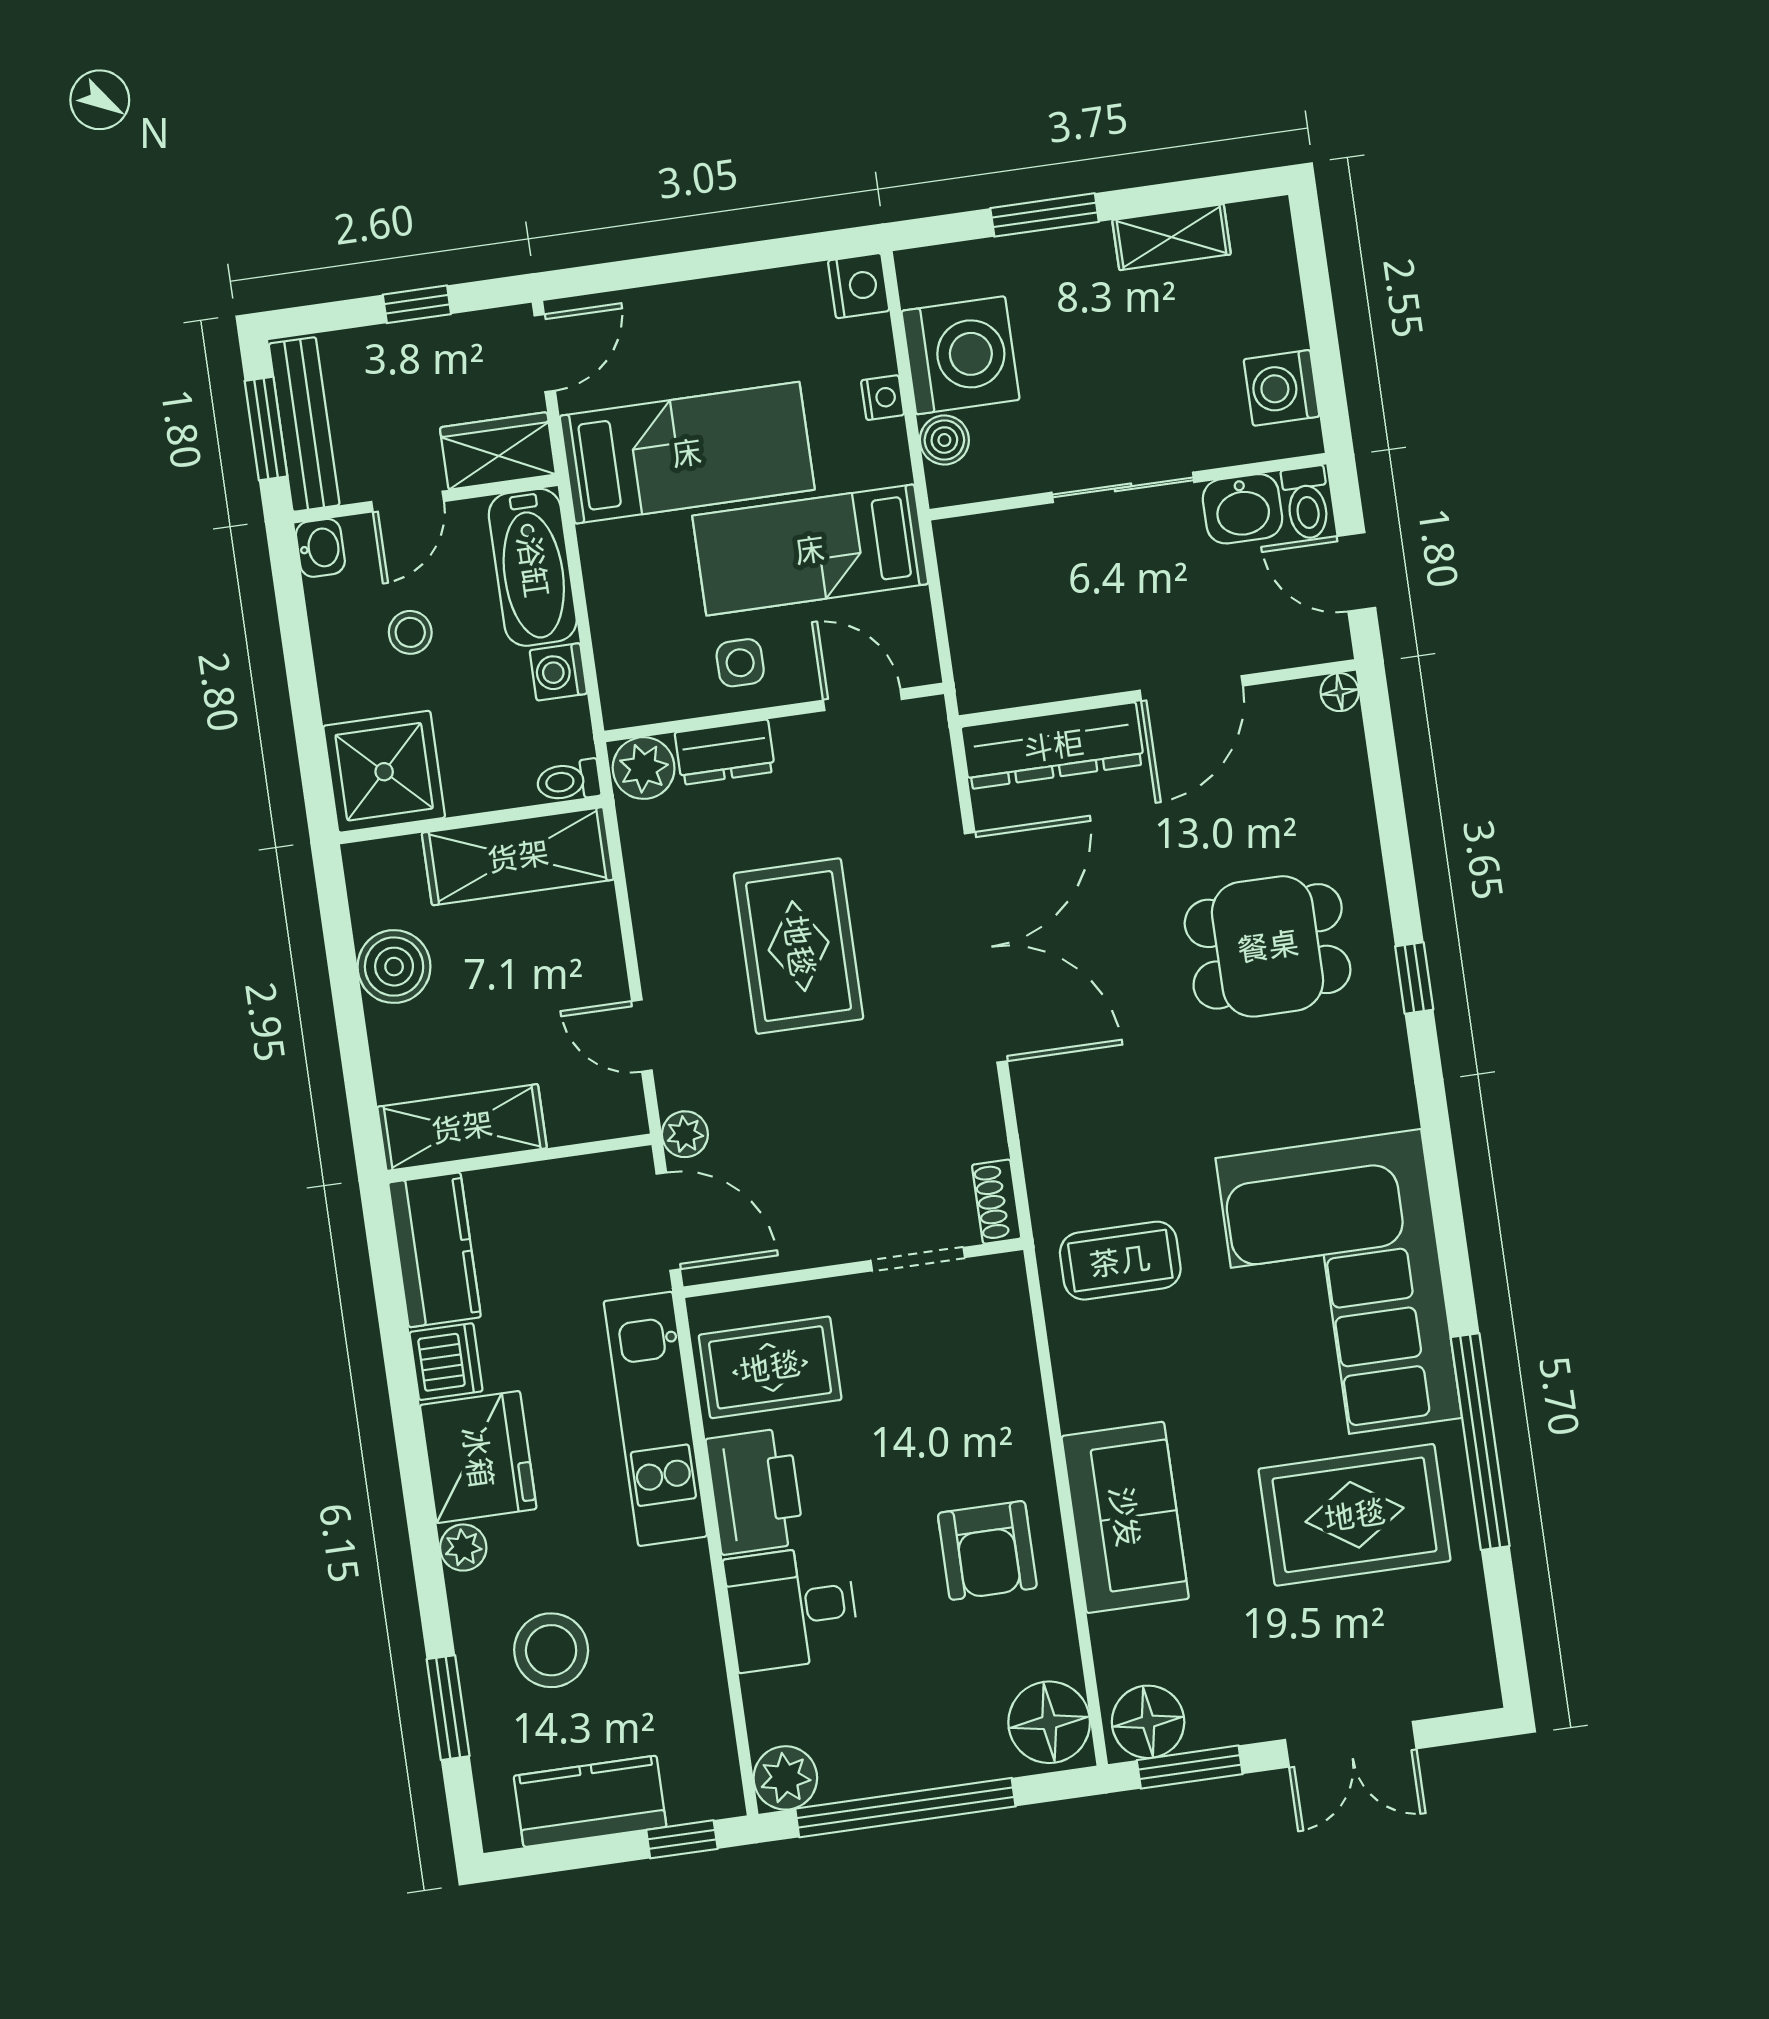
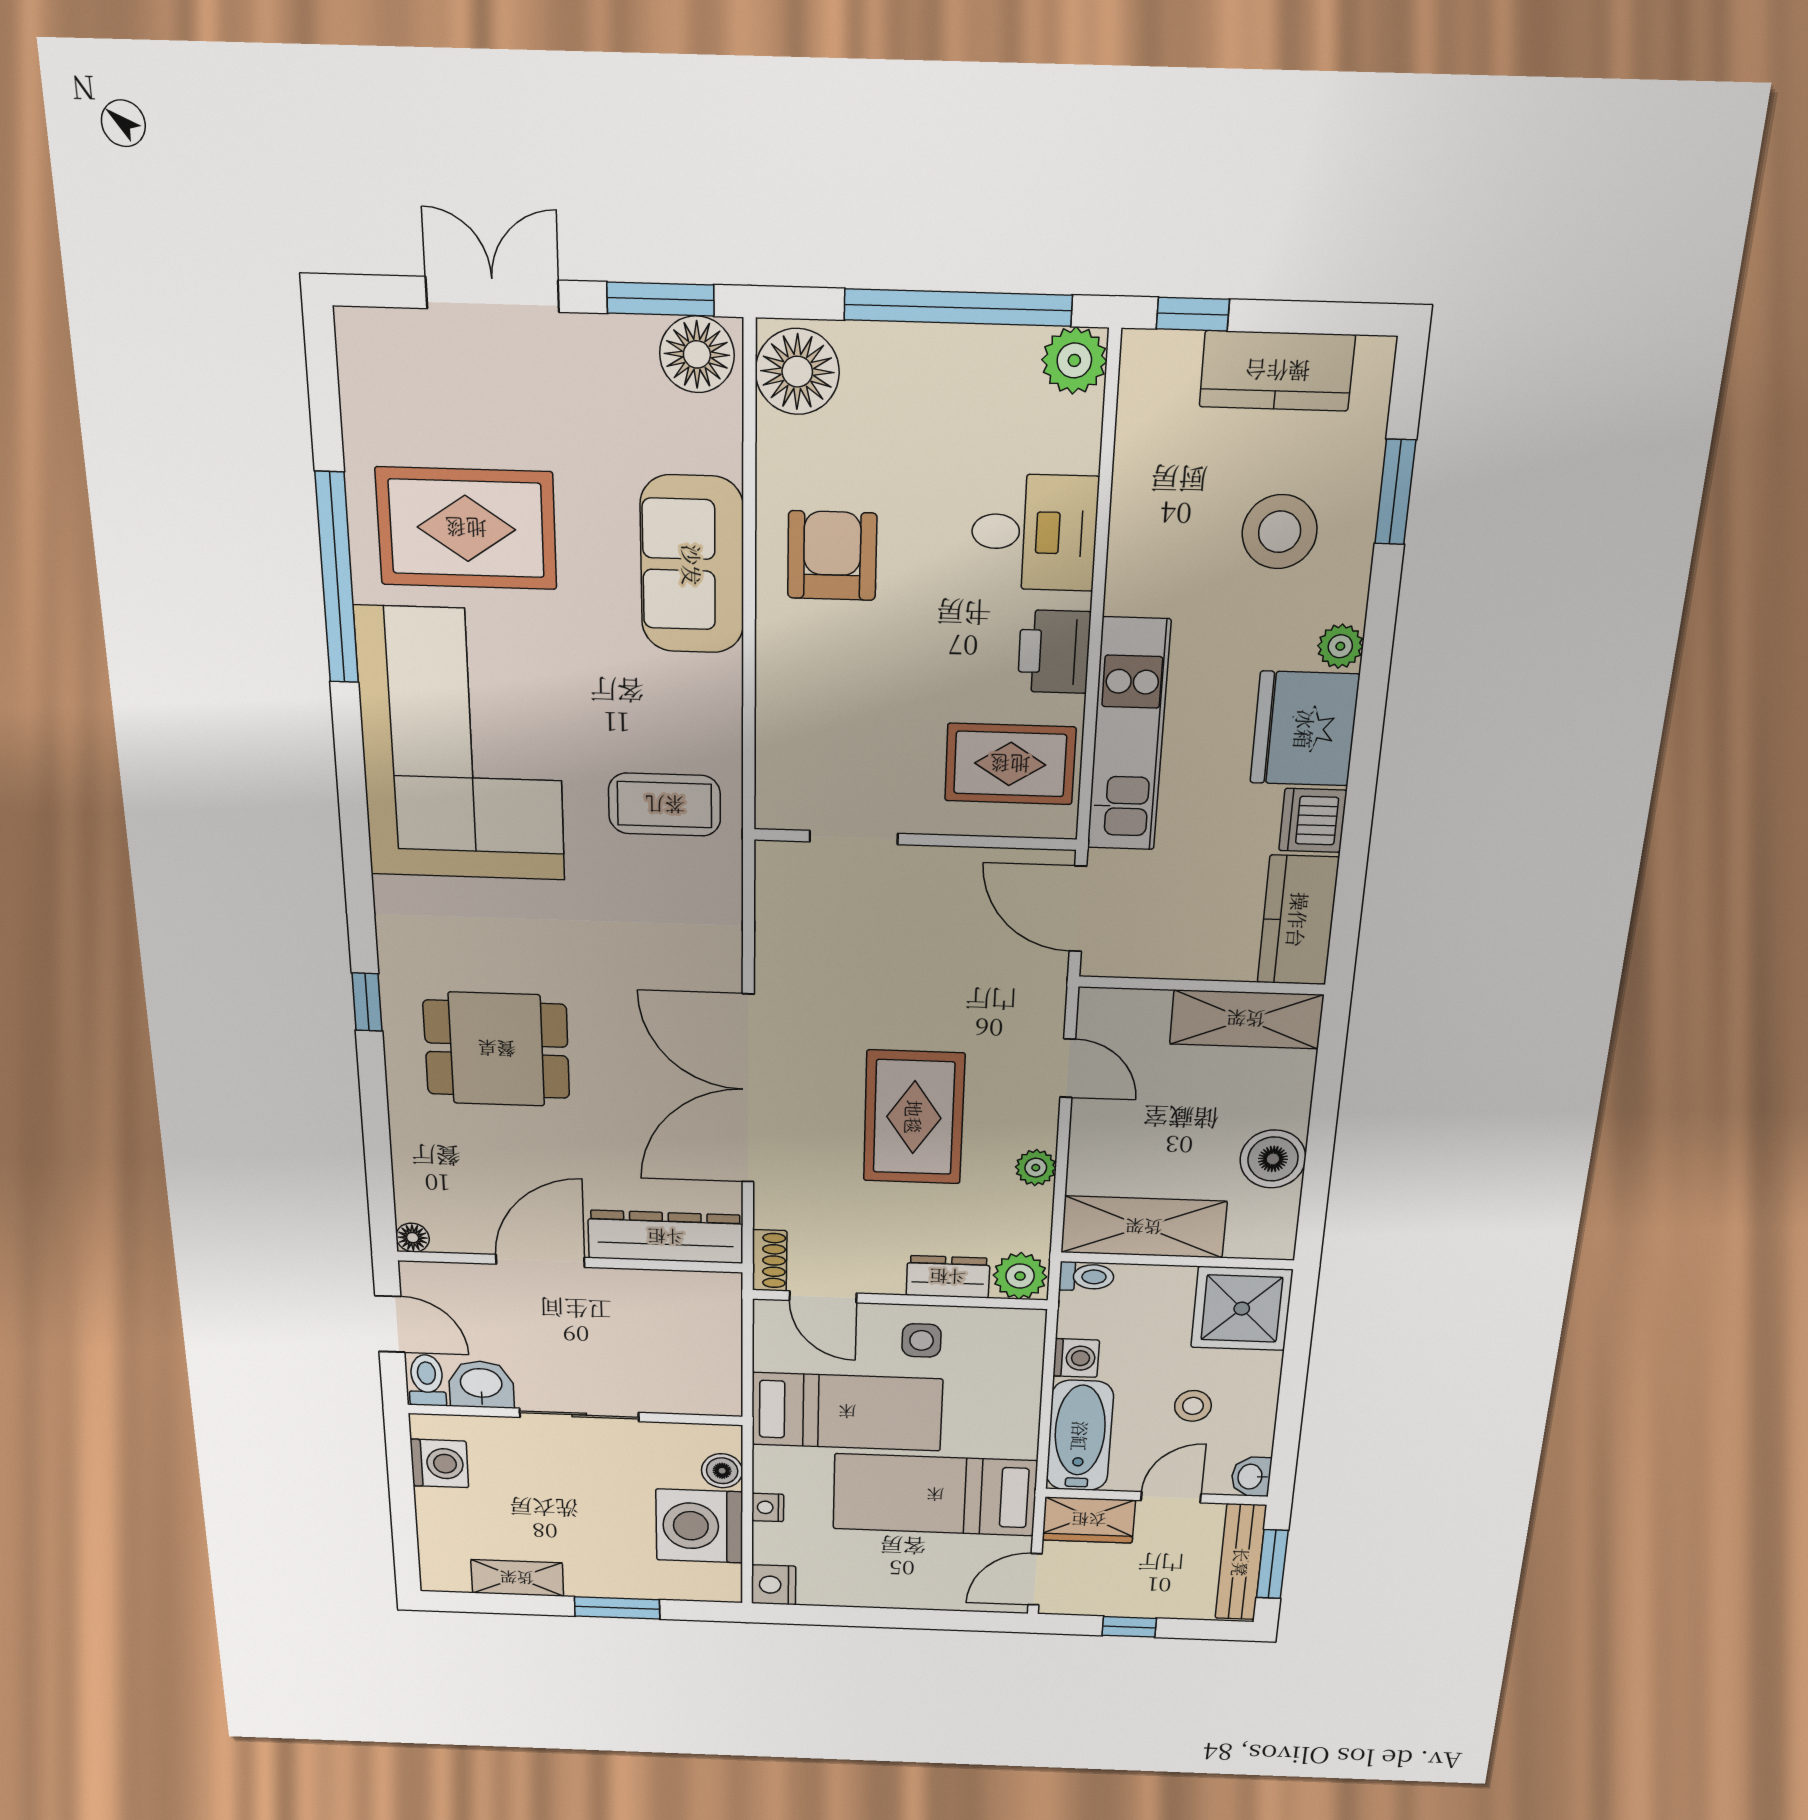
plant: (685, 1134) -> (1036, 1168), moved
shoe rack: (997, 1202) -> (770, 1260), moved
printer: (755, 1491) -> (1054, 652), width x0.73, depth x0.84

